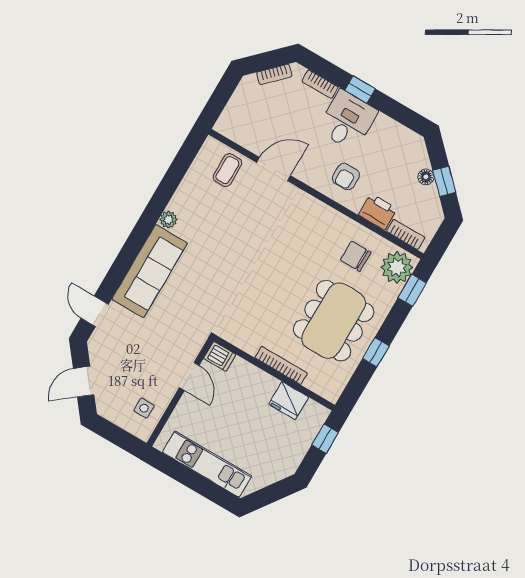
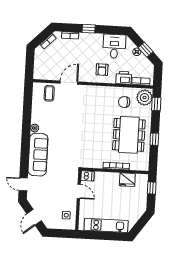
desk: (347, 120) -> (114, 46), moved

